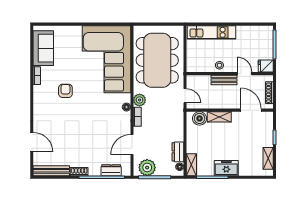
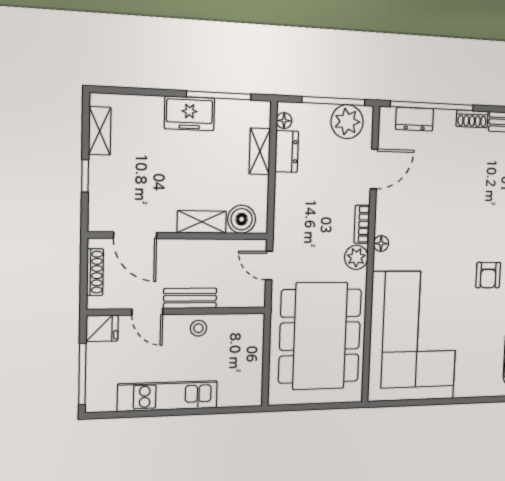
kitchen unit: (211, 32) -> (168, 396), moved
shelving: (191, 165) -> (260, 151), moved

